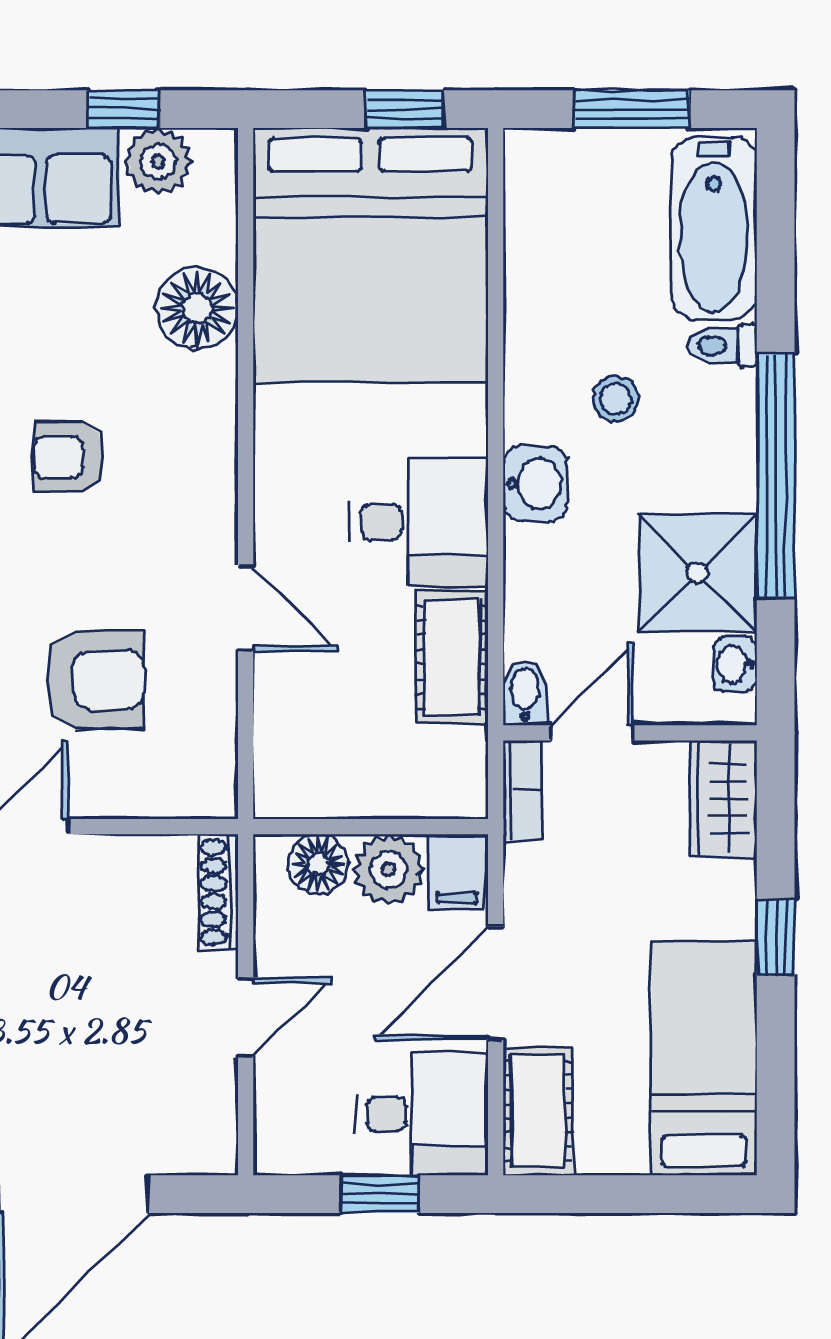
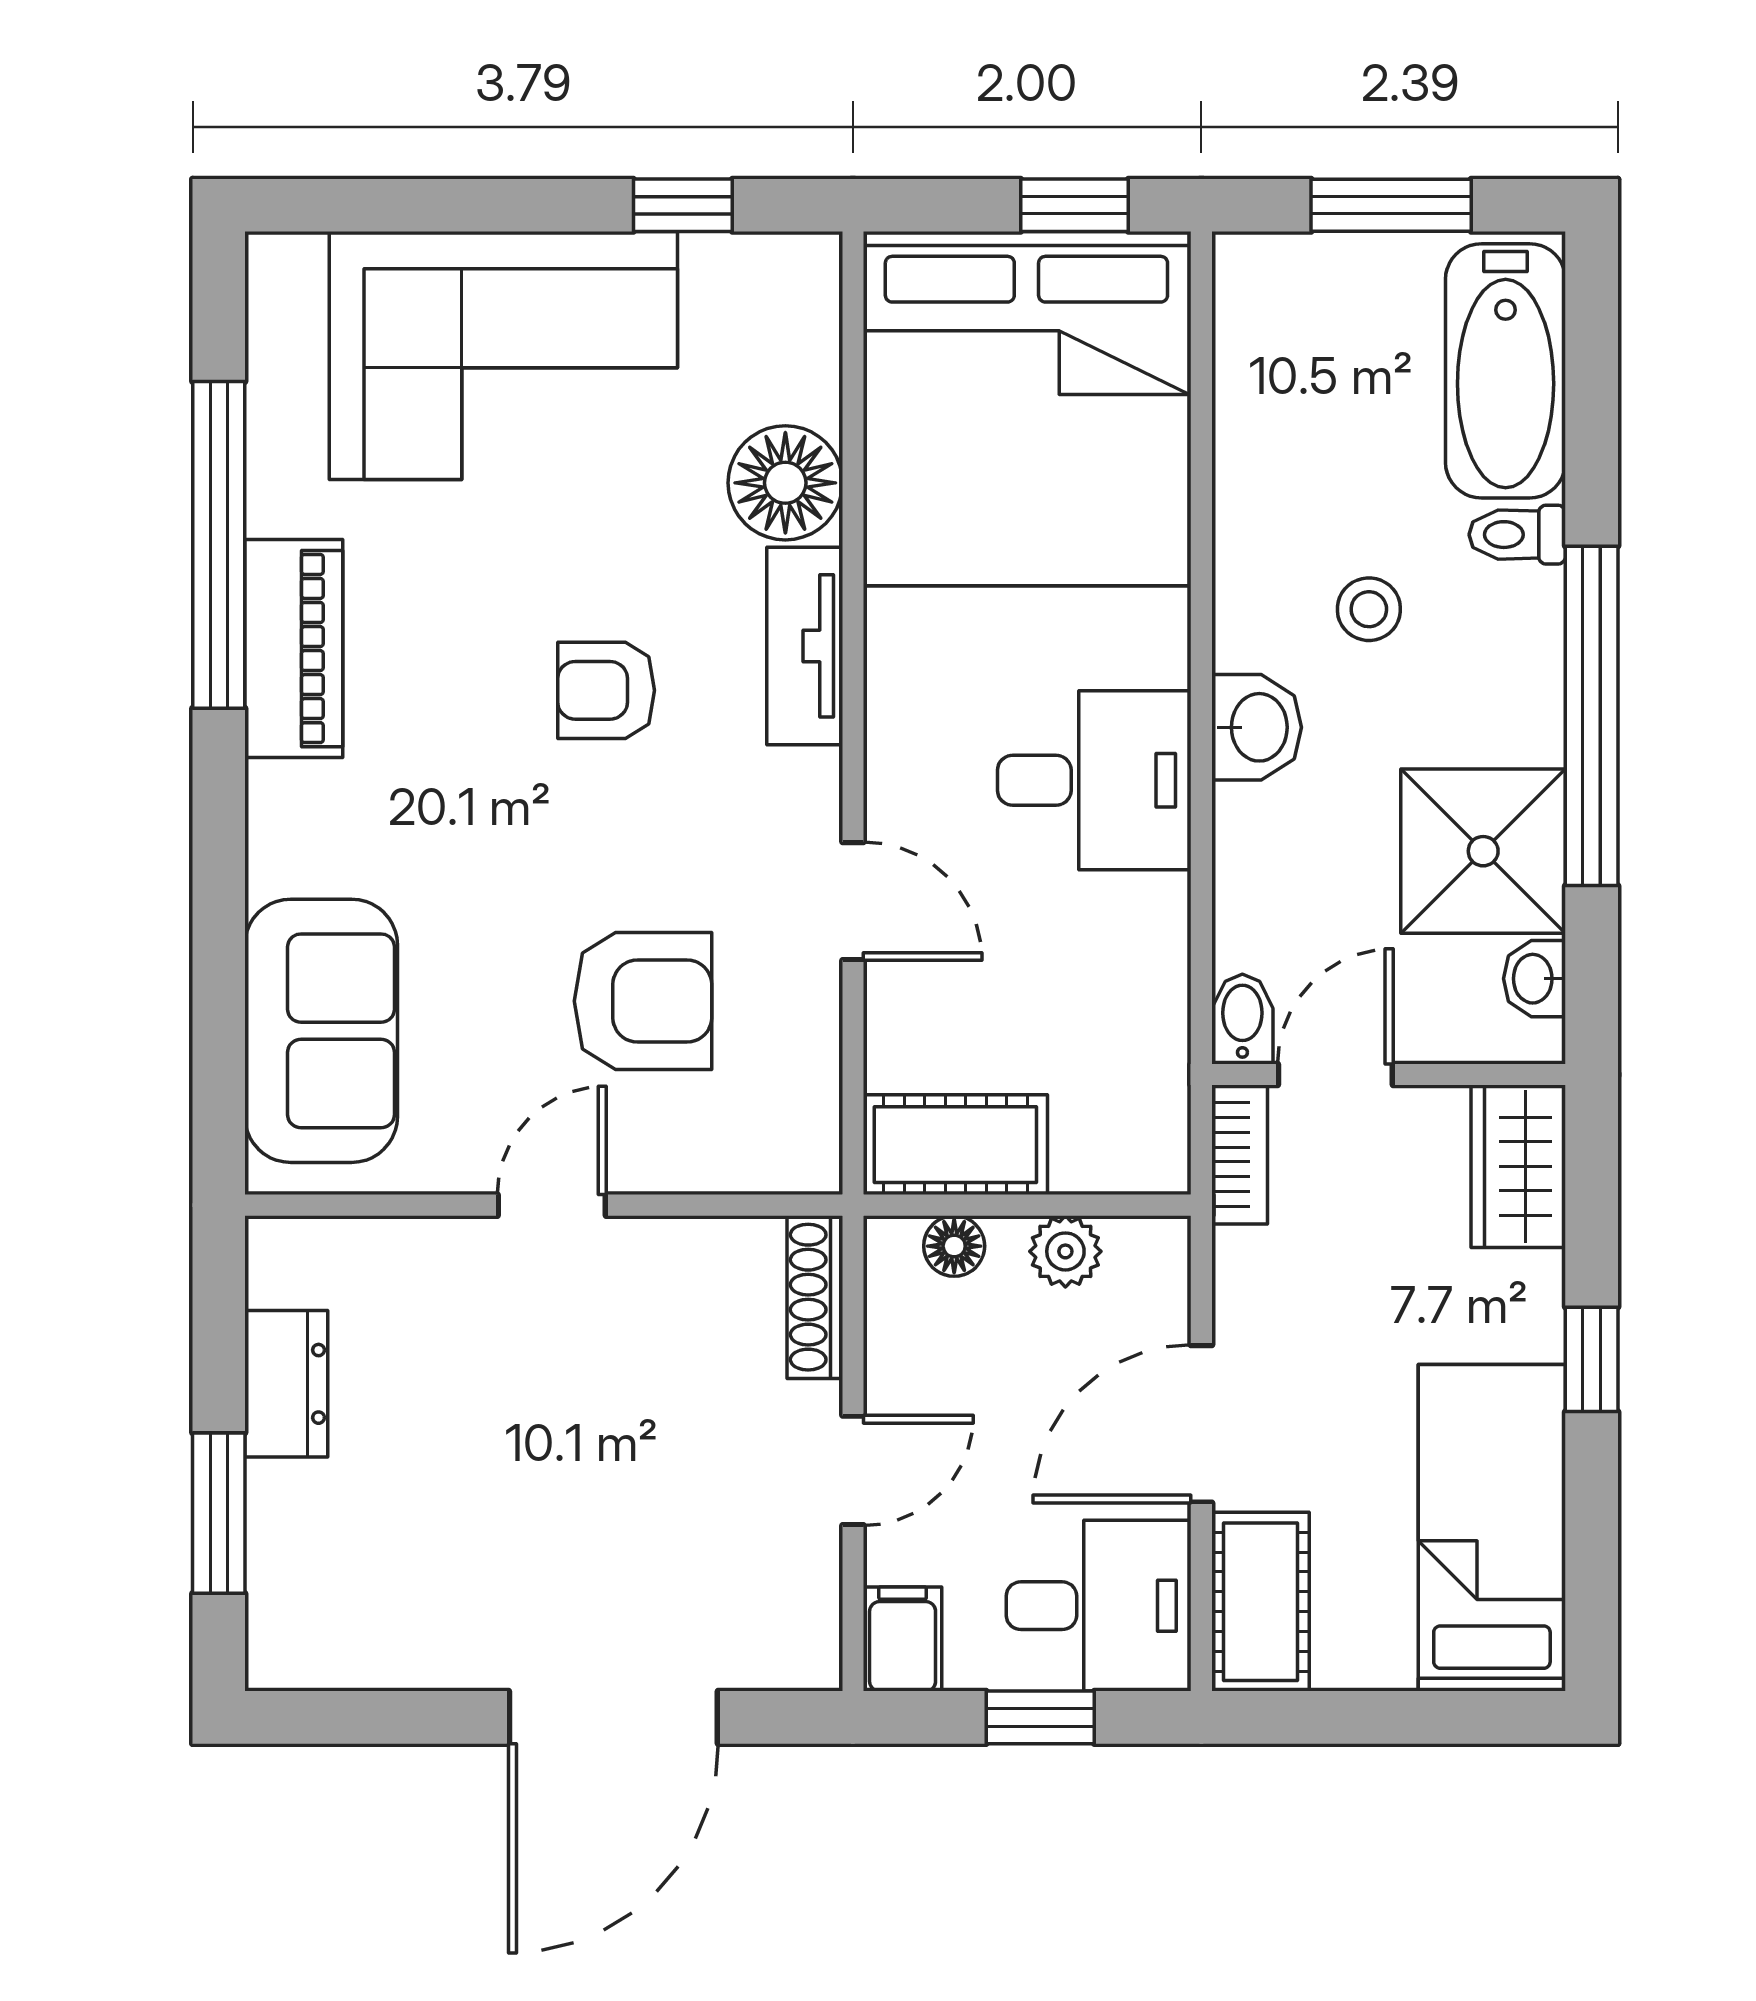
plant: (158, 161) -> (731, 278), removed
tv unit: (211, 425) -> (805, 646), added
cot: (452, 657) -> (955, 1145), moved, turned 90
floor lamp: (318, 864) -> (954, 1246), width x0.73, depth x0.73
plant: (388, 869) -> (1065, 1251), width x0.73, depth x0.73
filing cabinet: (457, 872) -> (903, 1639), moved, turned 180

